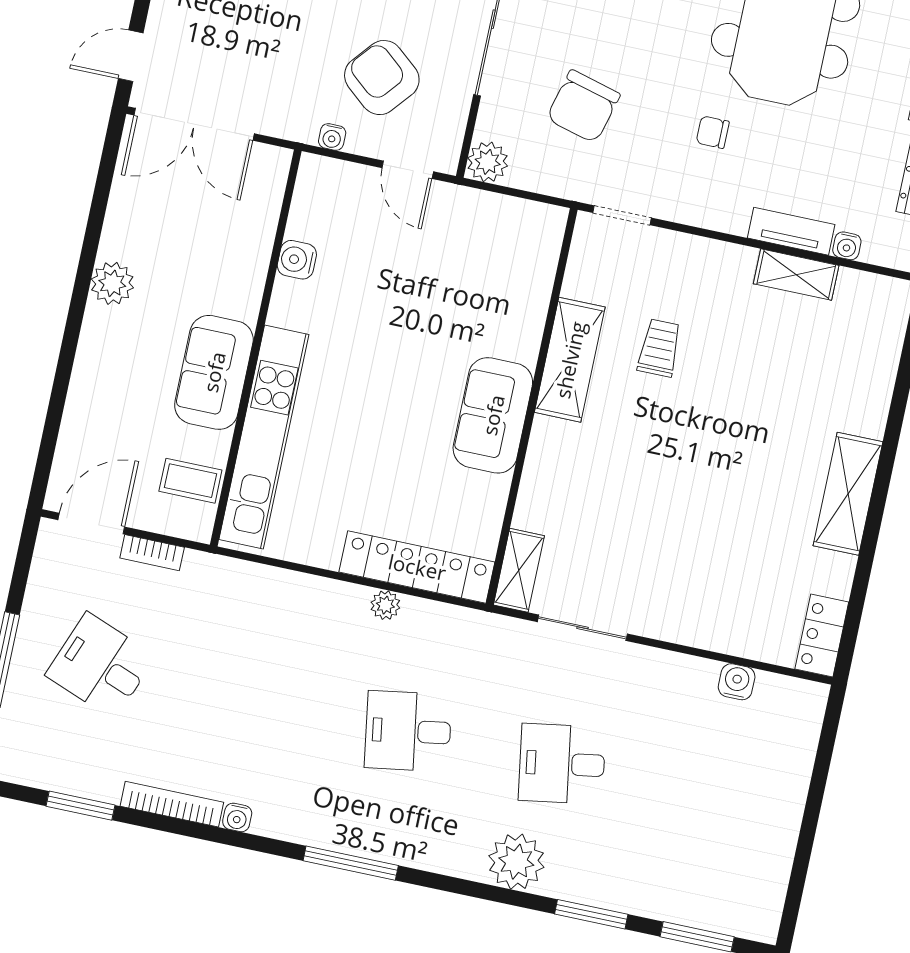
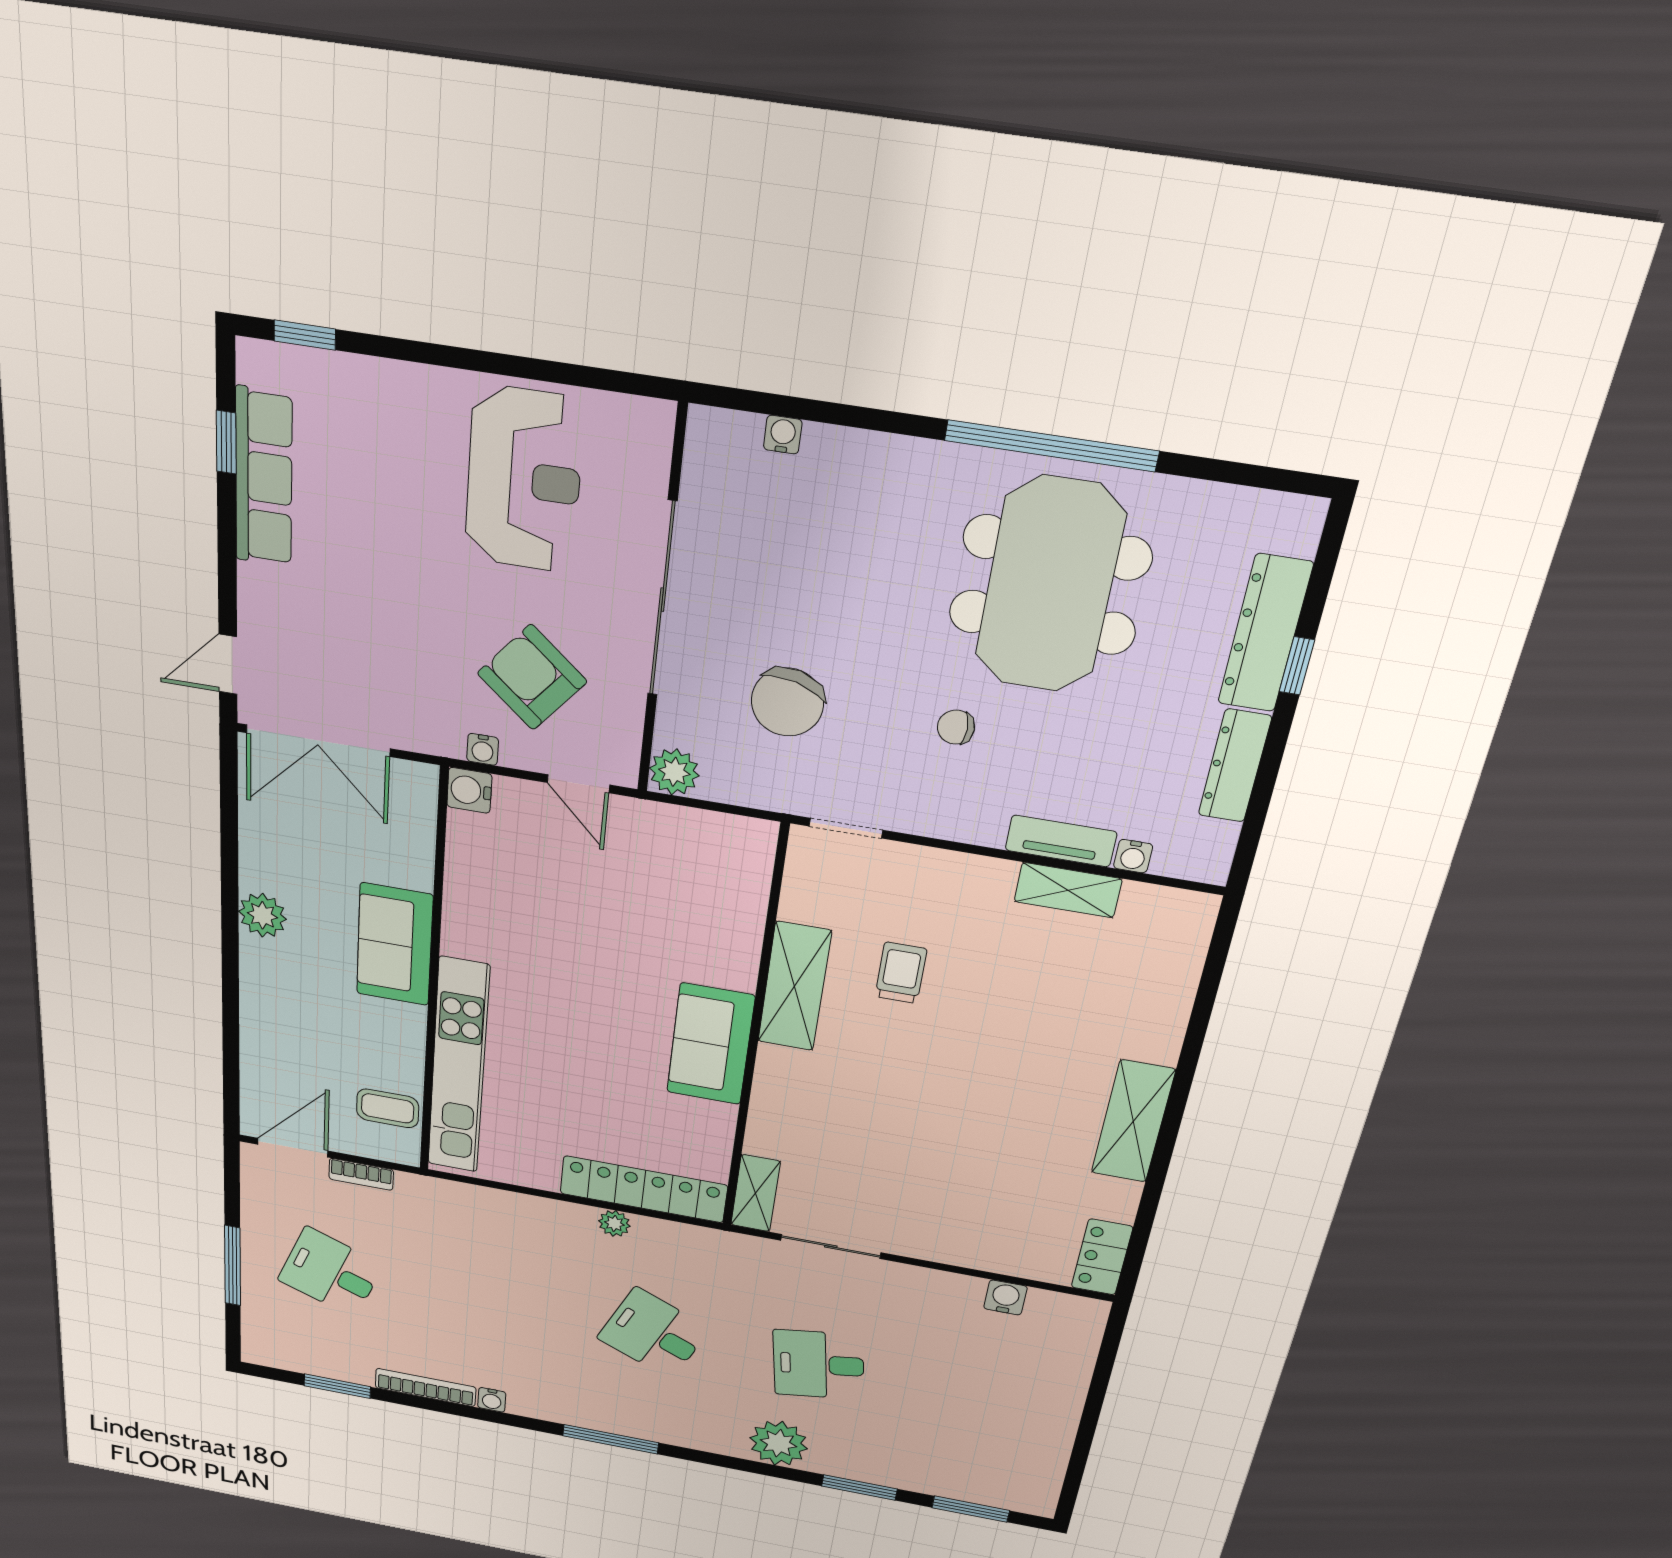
water cooler: (297, 260) -> (469, 790), moved
sofa: (214, 372) -> (395, 945), moved
desk: (408, 731) -> (654, 1333), turned 33

